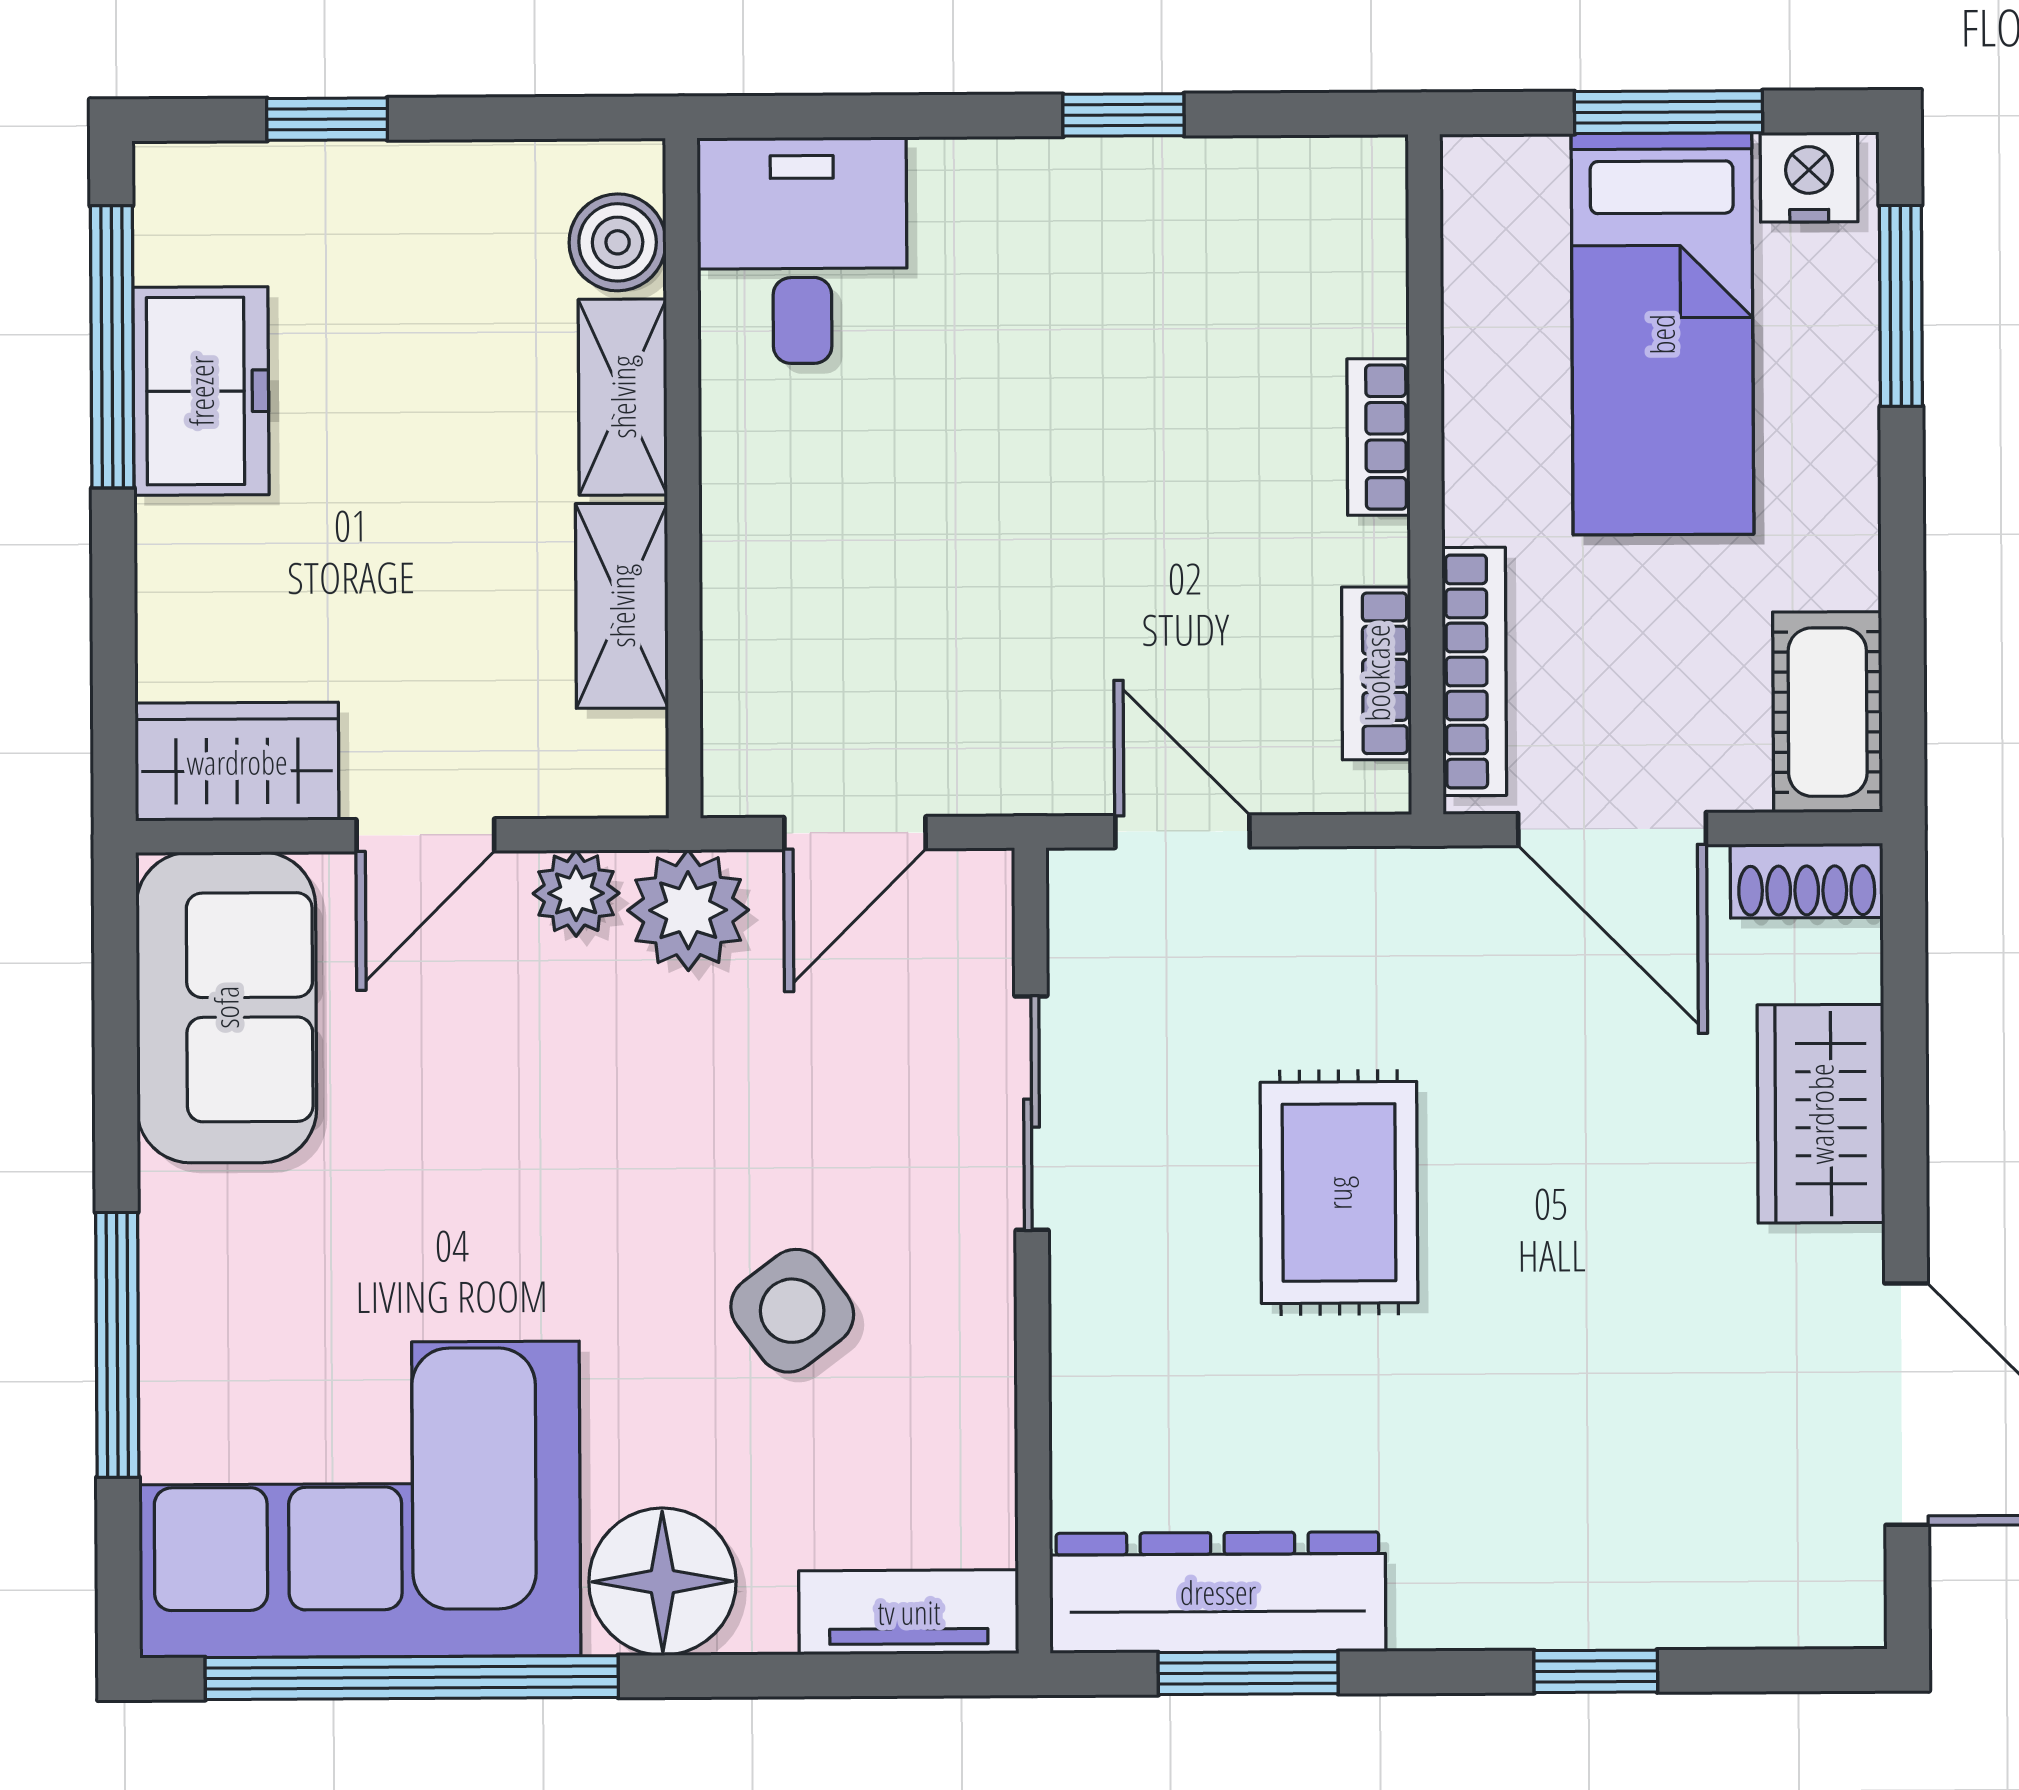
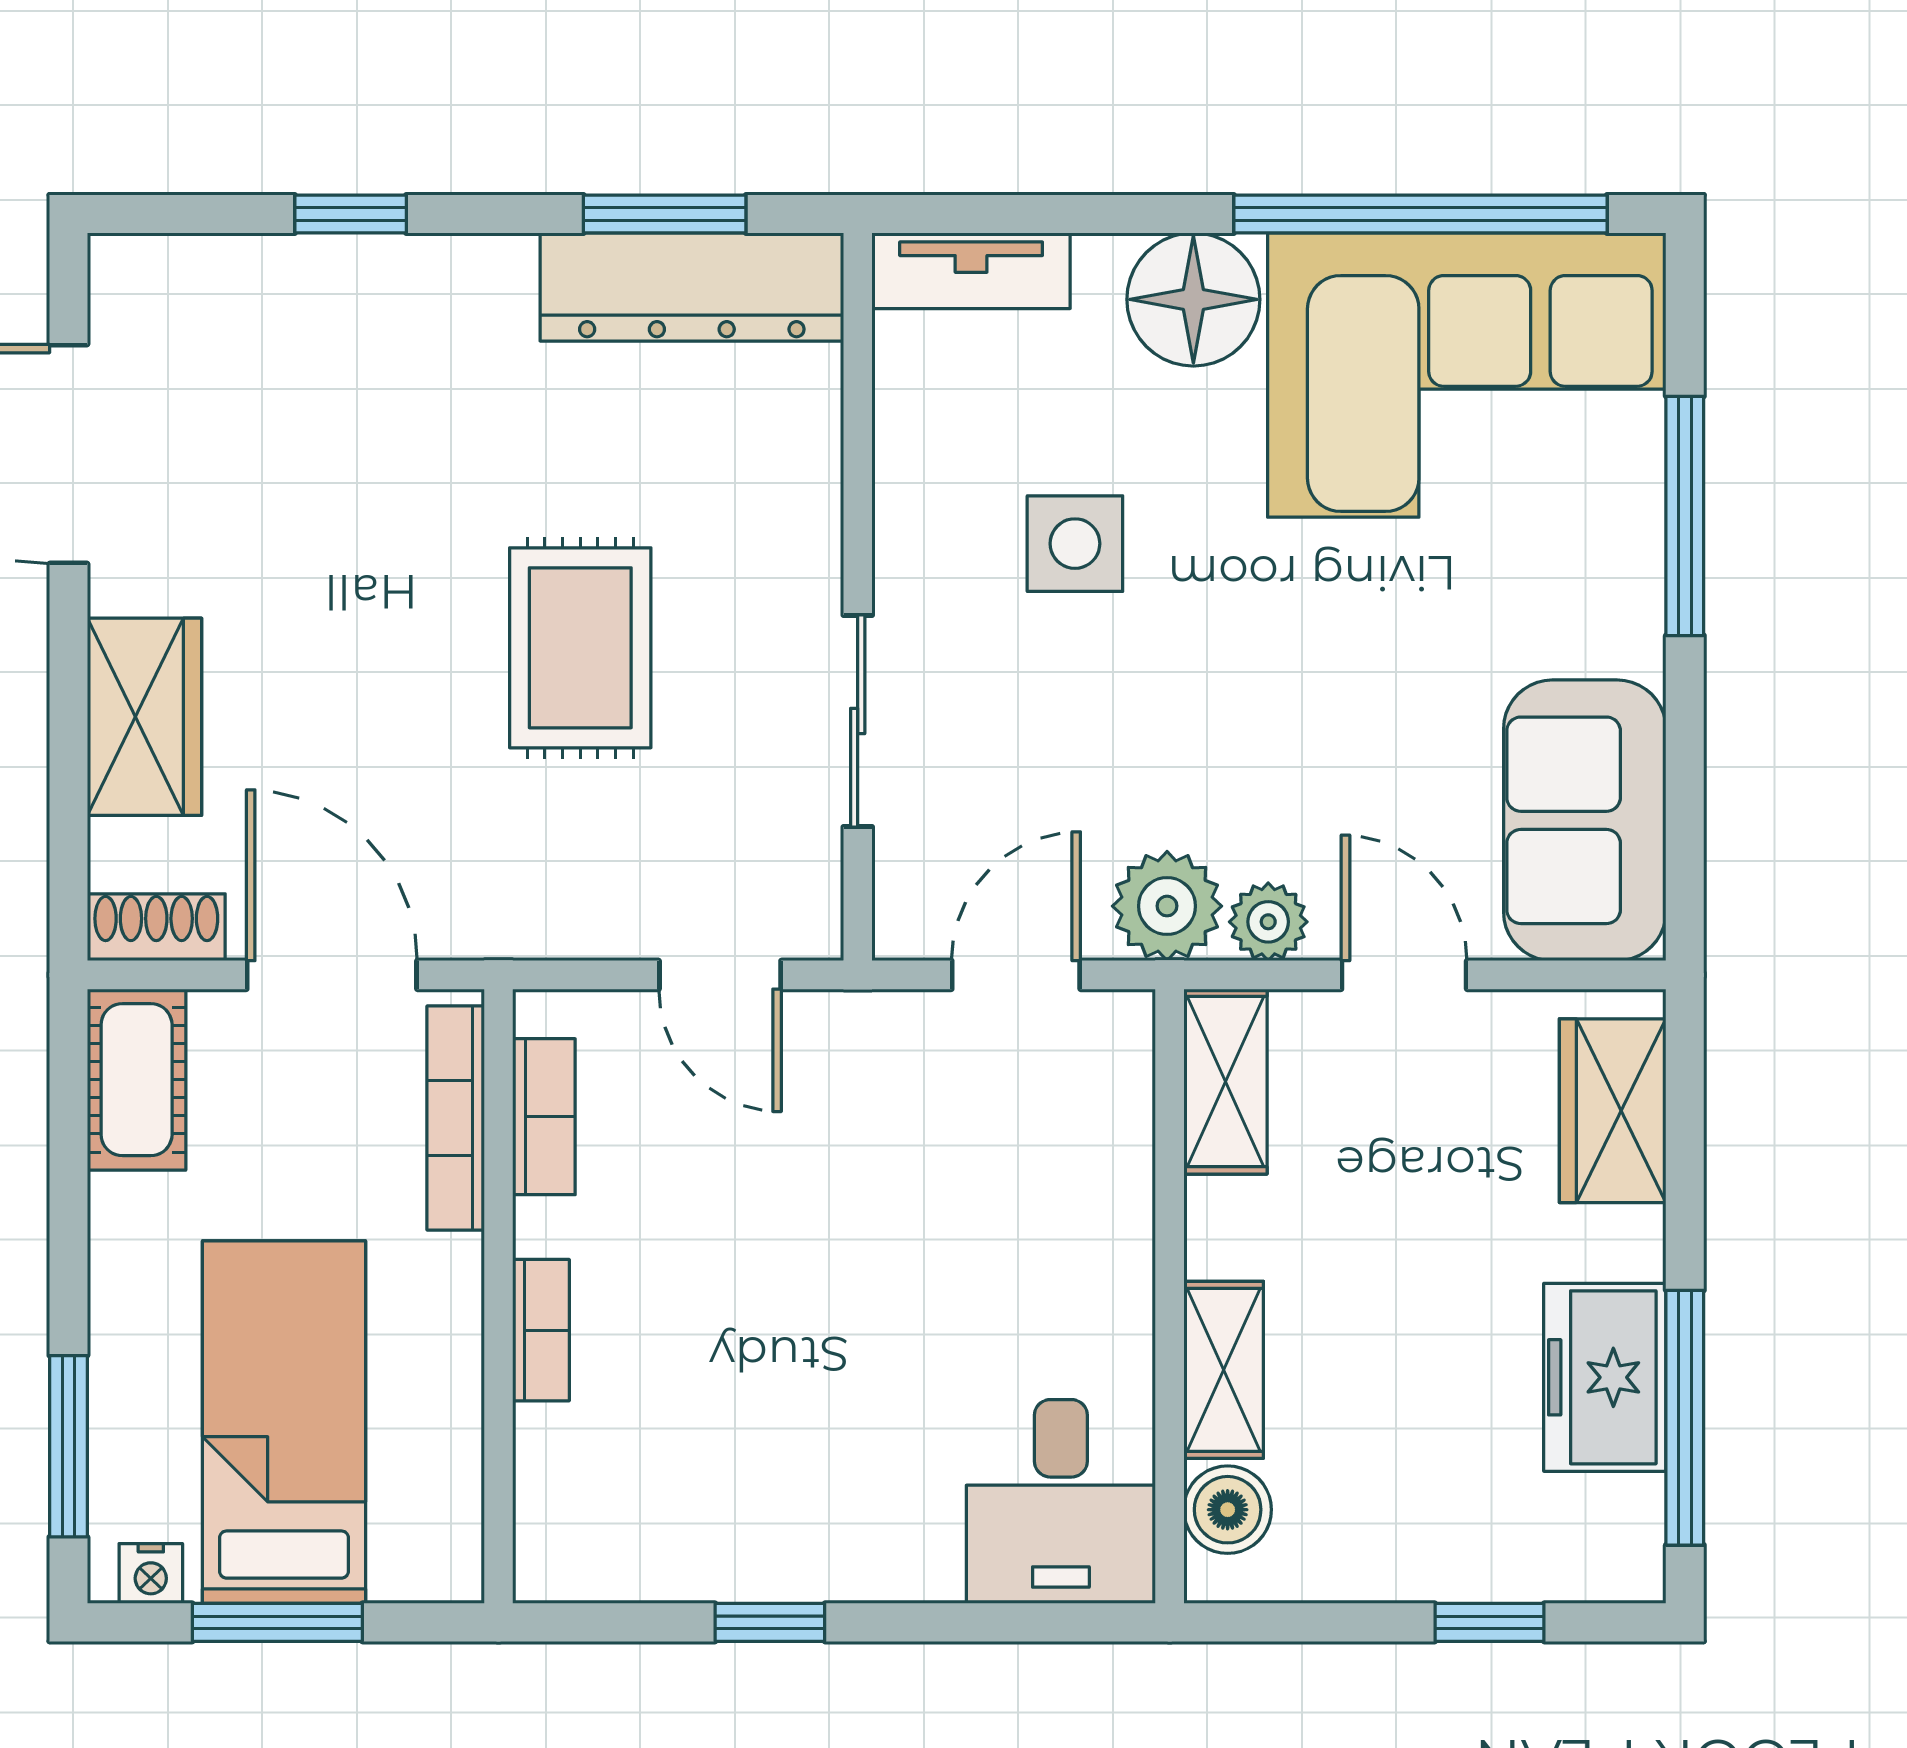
nightstand: (1809, 177) -> (151, 1574), width x0.72, depth x0.74
shelving: (622, 606) -> (1225, 1082), moved
wardrobe: (237, 762) -> (1613, 1111), moved, turned 90
door: (425, 835) -> (1404, 975), hinge flipped
side table: (792, 1311) -> (1075, 544), turned 37

